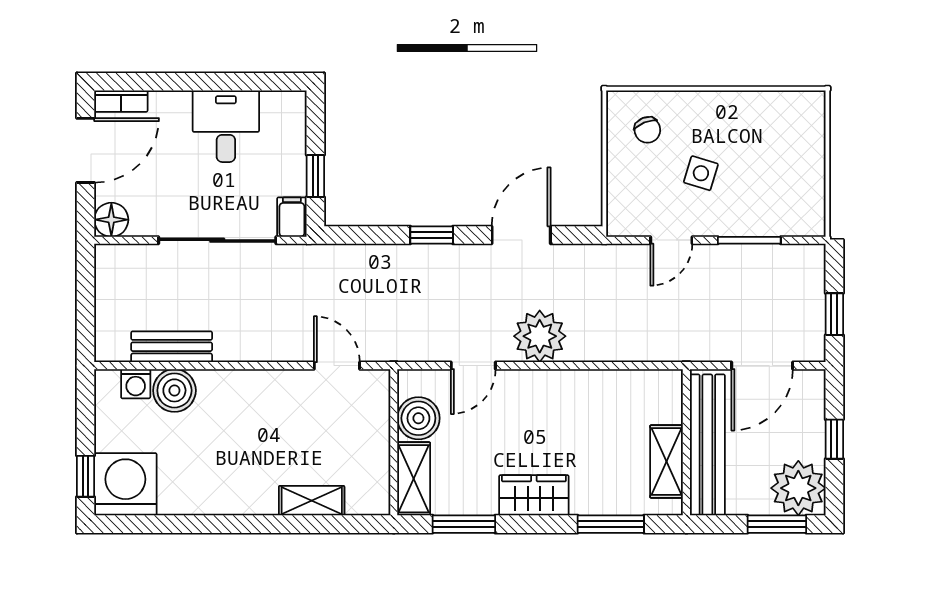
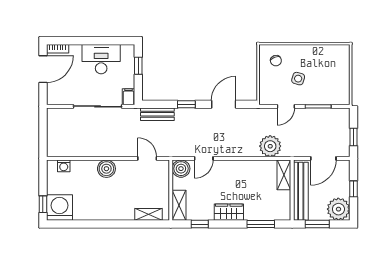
desk: (226, 126) -> (101, 59), width x1.37
window: (315, 176) -> (138, 66), moved
floor lamp: (111, 220) -> (54, 98), removed
plant: (540, 336) -> (270, 146), moved
bench: (172, 347) -> (157, 114), moved
boiler: (174, 390) -> (106, 169), moved
boiler: (418, 418) -> (181, 169), moved
shelving: (666, 462) -> (284, 175), moved
shelving: (312, 501) -> (148, 214), moved
window: (464, 524) -> (200, 224), width x0.67
window: (777, 524) -> (317, 224), moved

